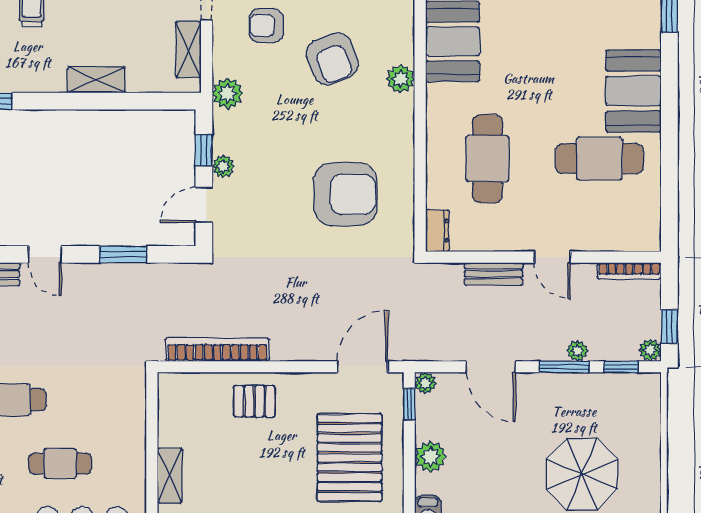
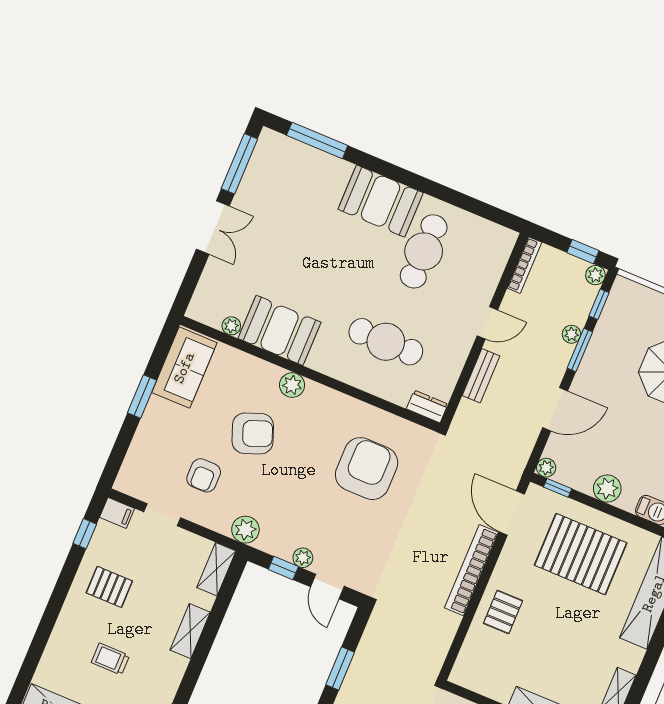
shelving: (188, 50) -> (216, 569), moved, turned 90
bookcase: (217, 350) -> (471, 570), moved

